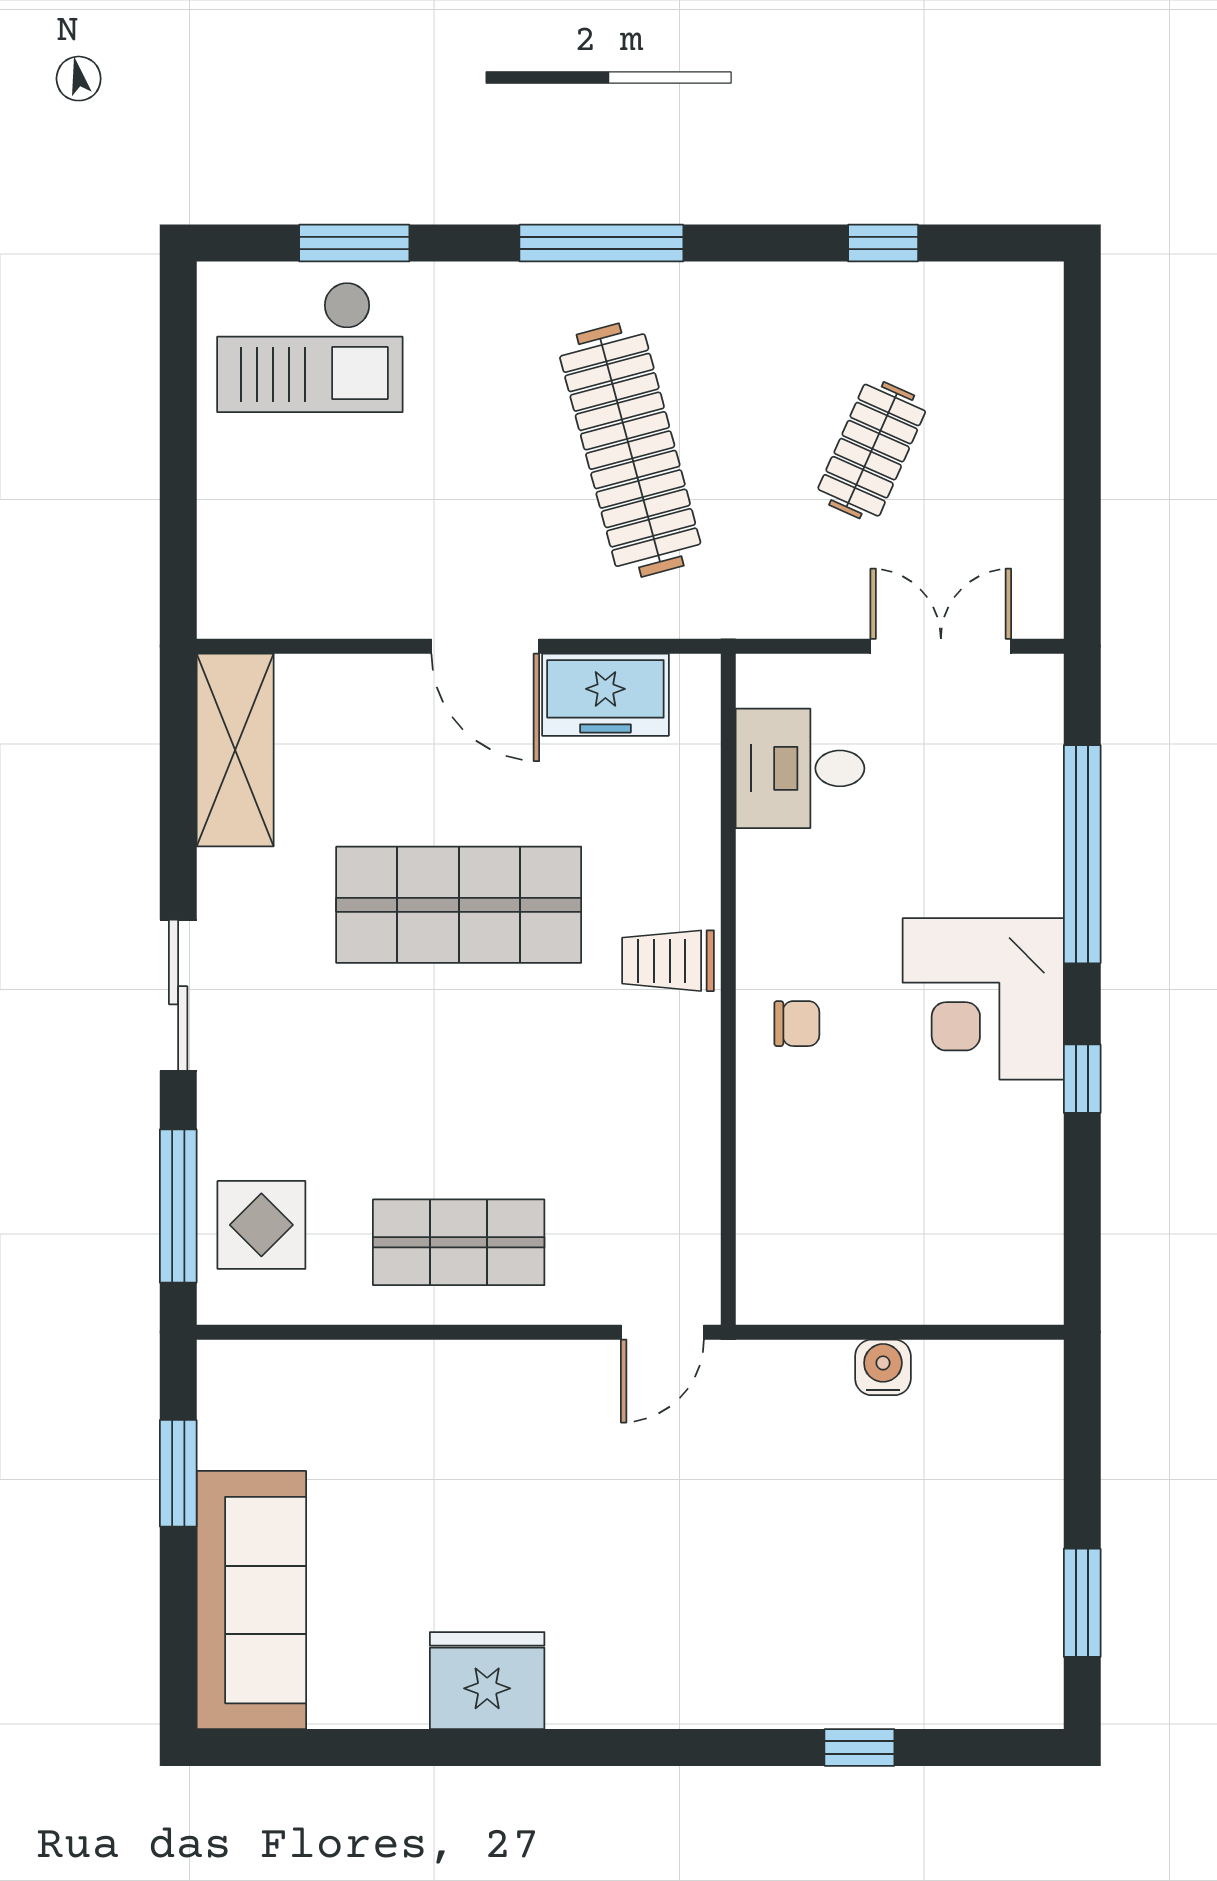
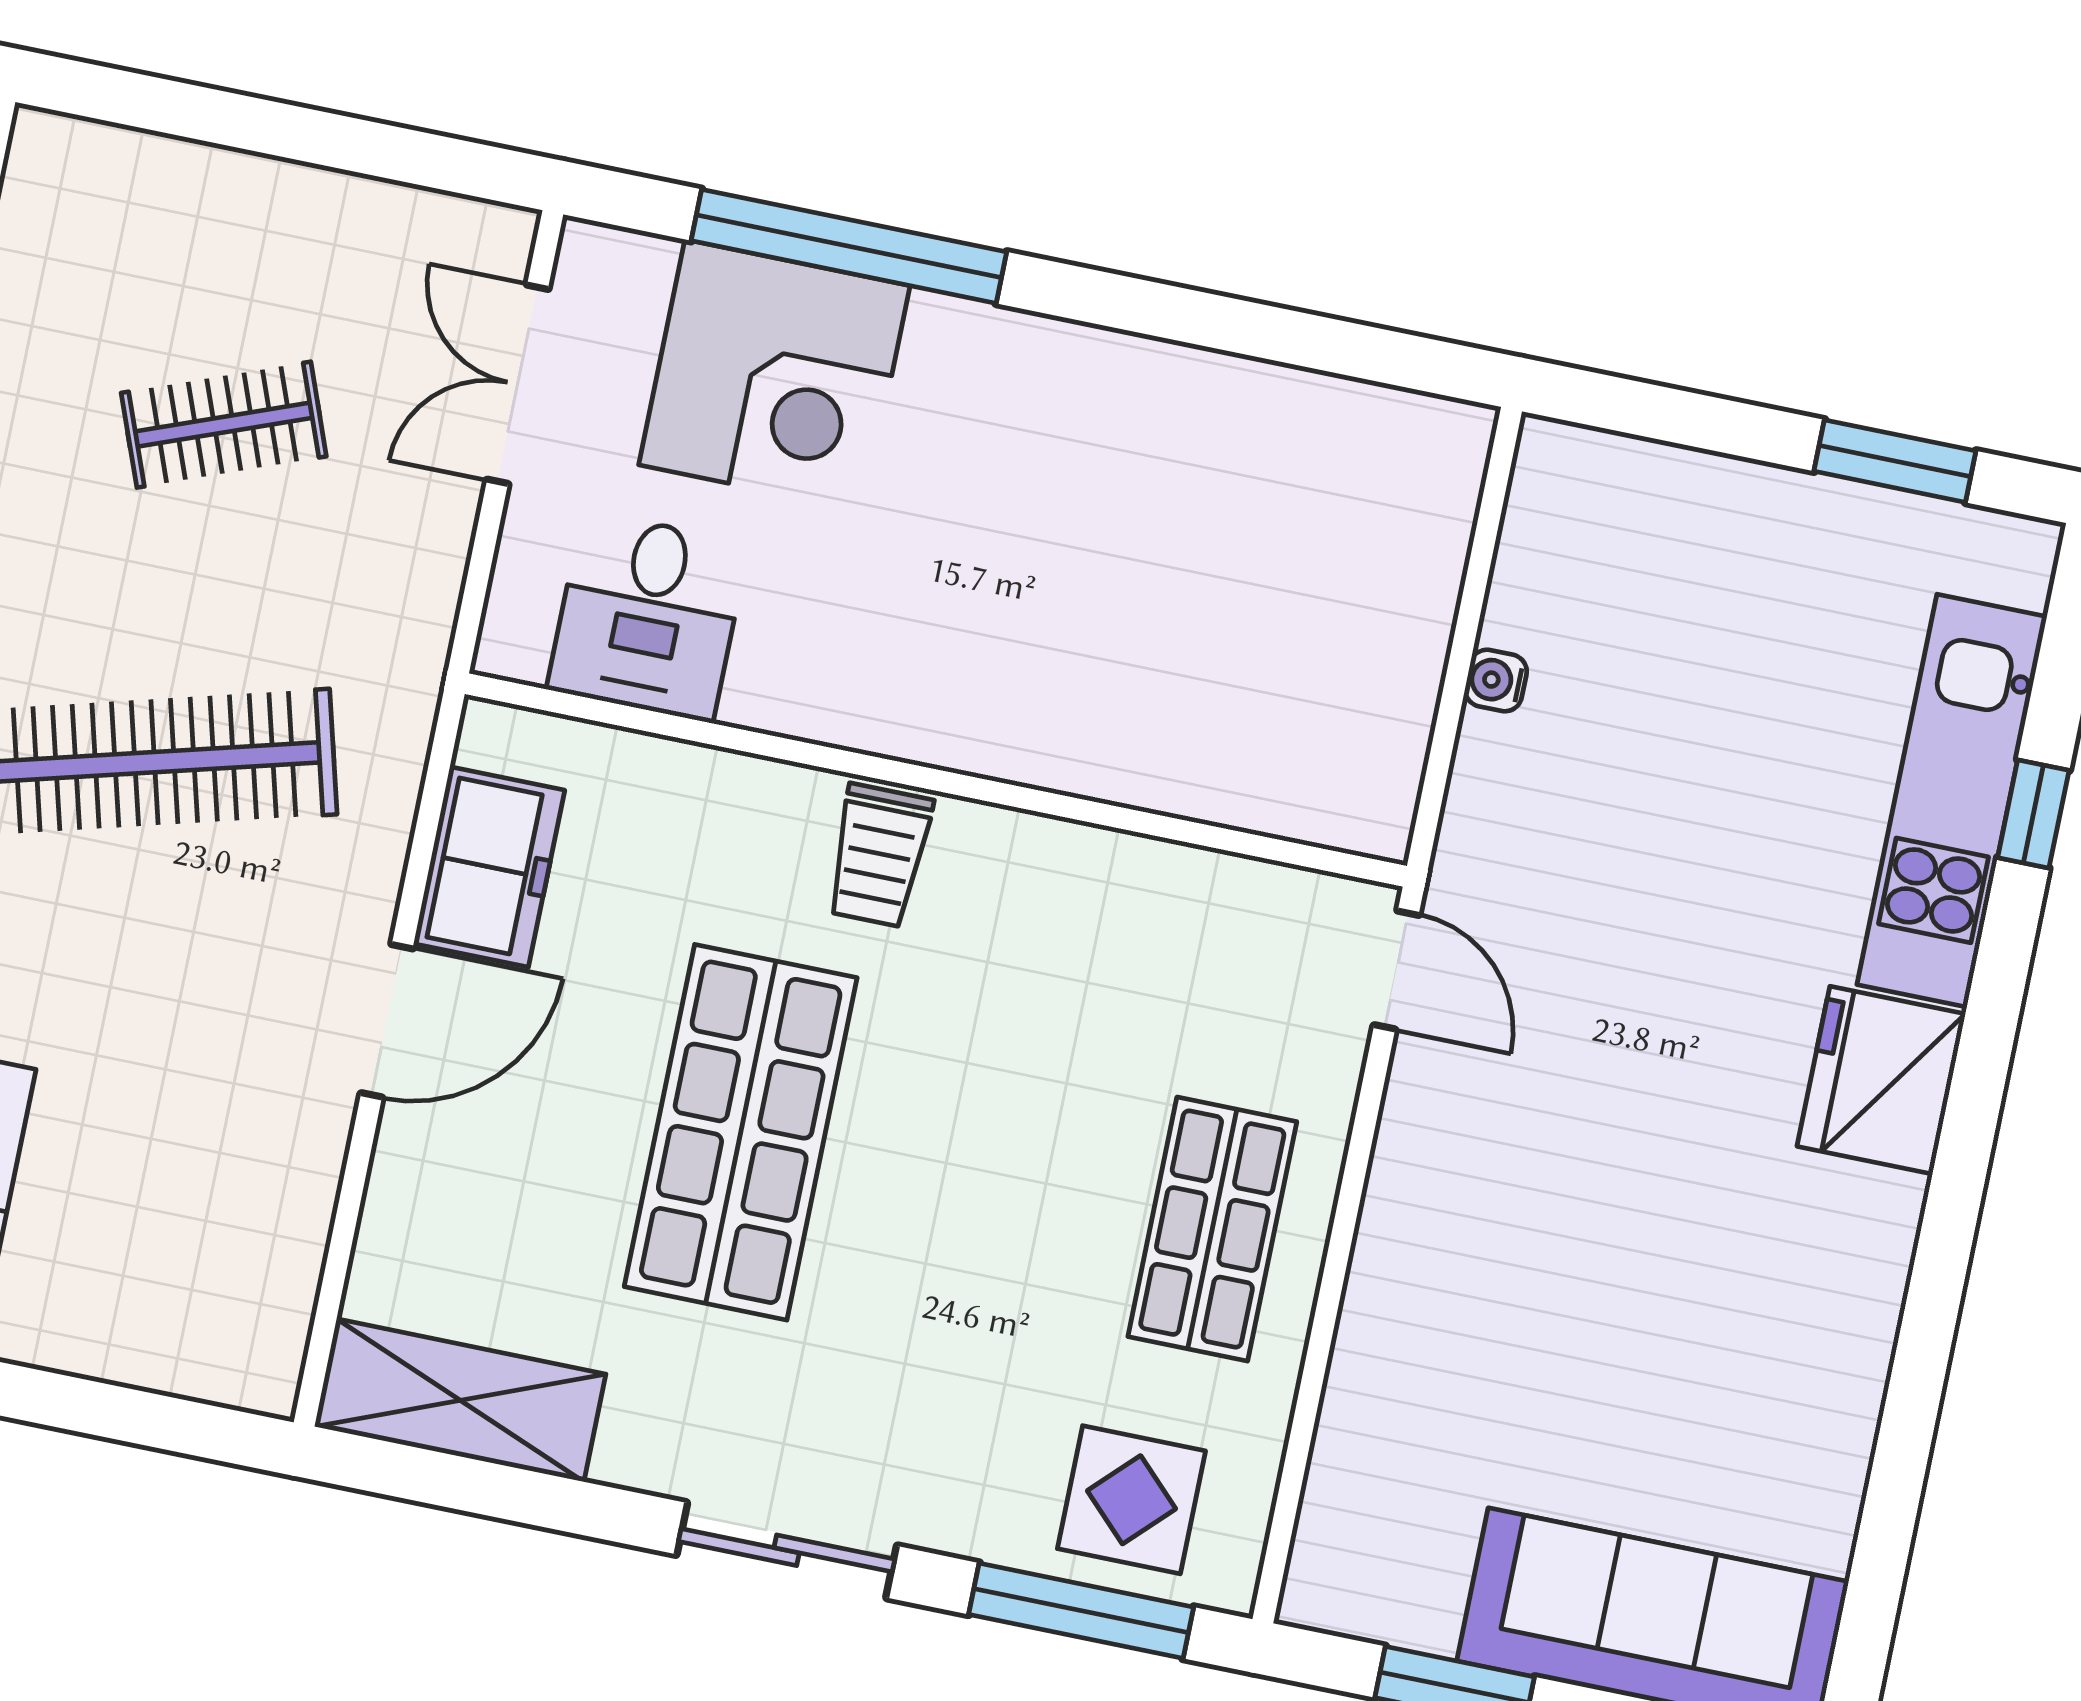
clothes rail: (872, 450) -> (224, 425), turned -45
corner desk: (983, 999) -> (774, 375), moved
chair: (797, 1024) -> (1004, 694), removed
window: (1082, 1079) -> (1163, 311), removed
water cooler: (883, 1367) -> (1496, 681), width x0.72, depth x0.72
fridge: (487, 1681) -> (1881, 1080), moved
kitchen unit: (857, 1690) -> (1952, 801), added

